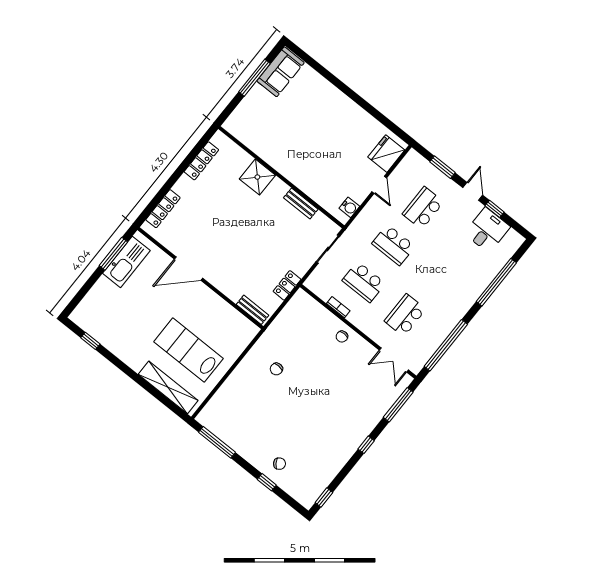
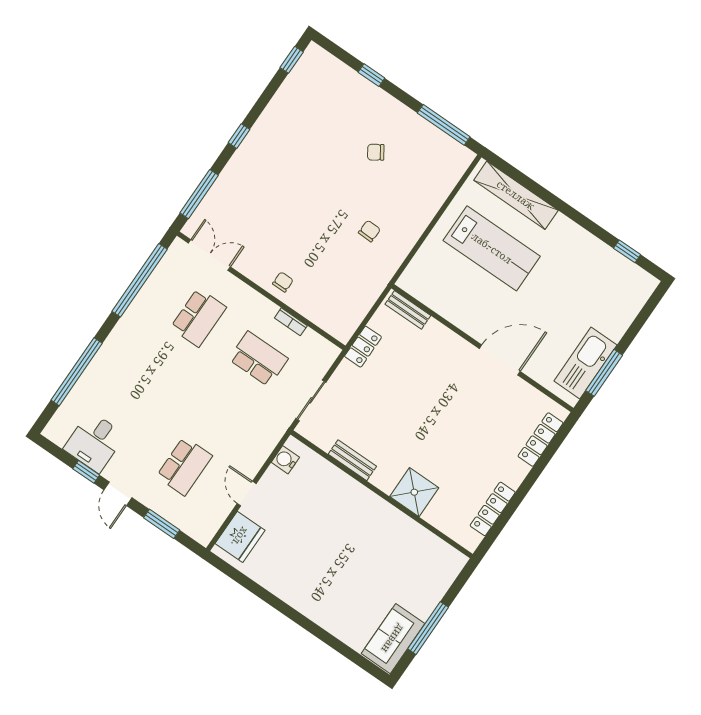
school desk: (393, 245) -> (221, 413), removed
chair: (279, 464) -> (376, 152), moved

